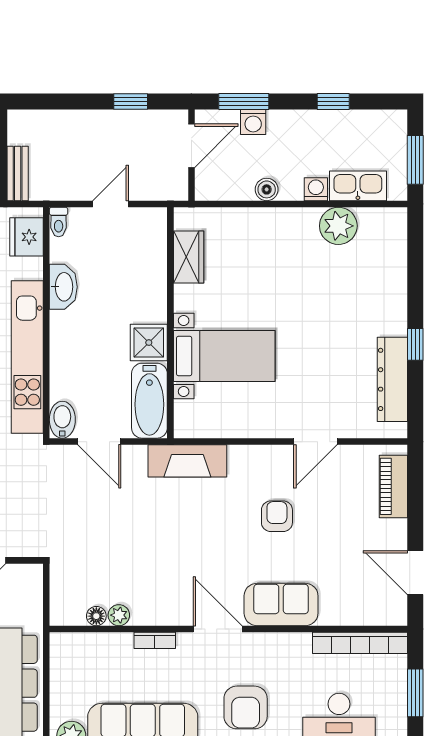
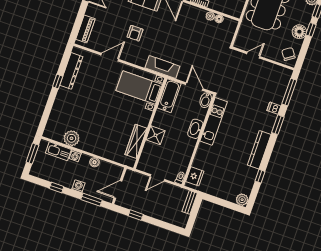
washing machine: (253, 122) -> (78, 186), moved
wardrobe: (189, 257) -> (136, 141), width x1.50
washbasin: (63, 287) -> (195, 129), moved
shower: (149, 343) -> (156, 135), moved
bed with nightstands: (224, 356) -> (139, 88), moved
kitchen unit: (27, 357) -> (214, 121), width x0.73

